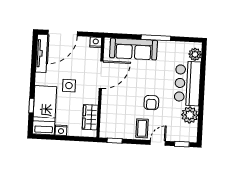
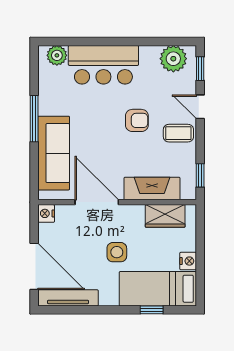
fireplace: (108, 110) -> (152, 189), added
plant: (190, 115) -> (173, 59), moved

